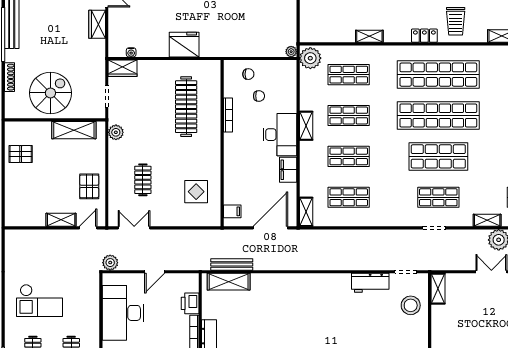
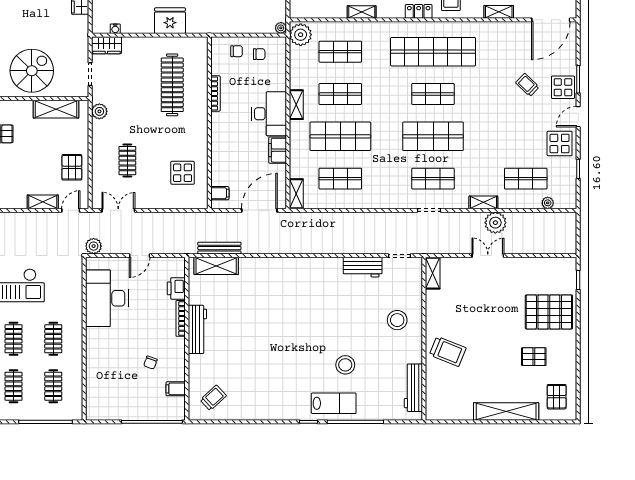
chair: (259, 96) -> (259, 54), moved
shop shelf: (438, 115) -> (433, 94), width x0.50, depth x0.74
shop shelf: (349, 156) -> (340, 136), width x1.43, depth x1.36
stool: (411, 305) -> (397, 320), moved

